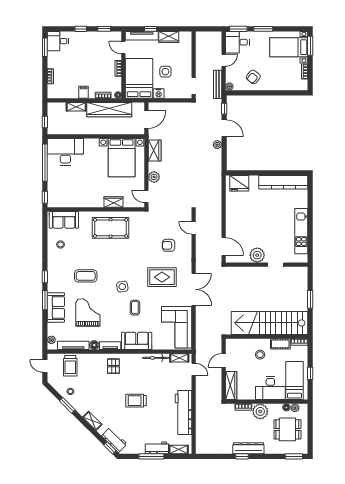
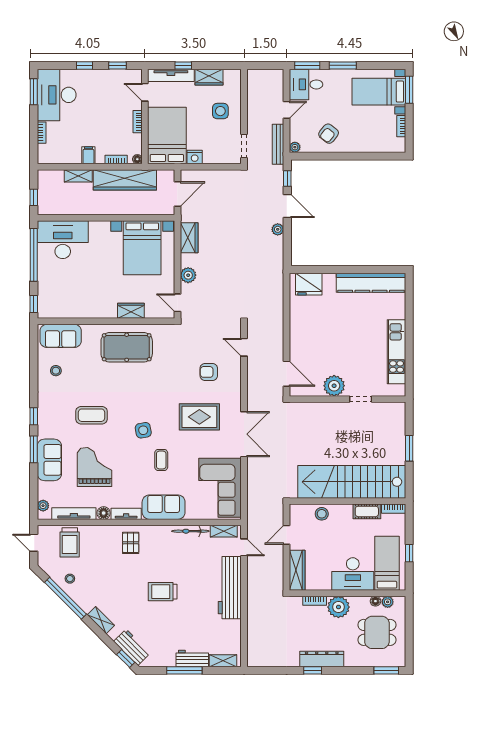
desk: (58, 41) -> (57, 95), width x1.87, depth x1.30
side table: (165, 72) -> (220, 111), moved
stool: (260, 355) -> (322, 514), moved
window: (67, 405) -> (65, 598), width x2.11
workbench: (183, 413) -> (230, 588), moved

